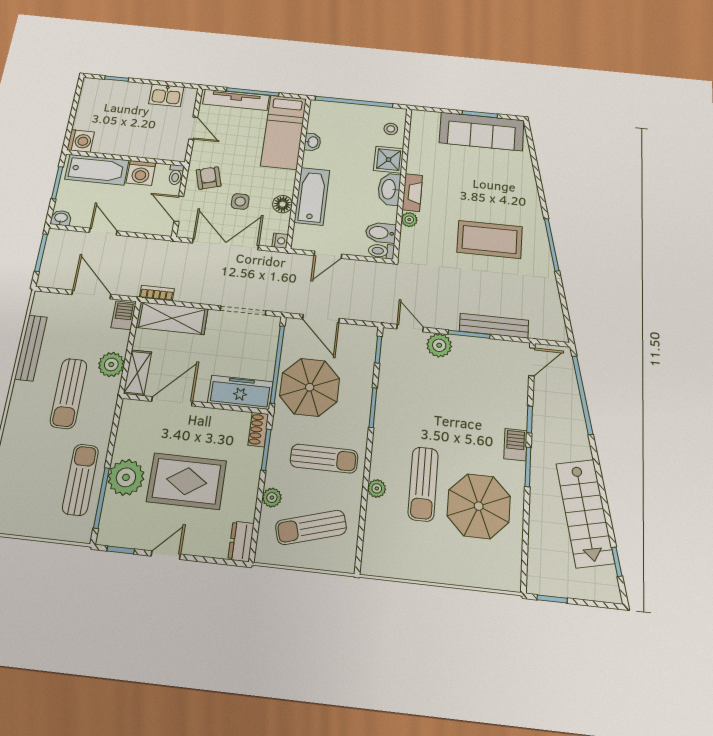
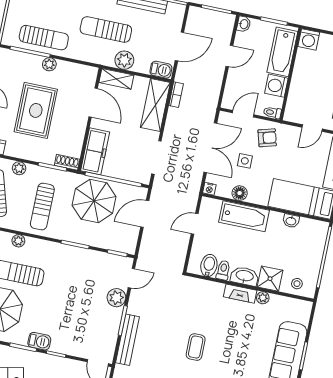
plant: (409, 220) -> (263, 298), moved
coffee table: (490, 240) -> (196, 347), width x0.54, depth x0.58
toilet: (381, 251) -> (223, 270), moved
door: (328, 255) -> (195, 224), hinge flipped
plant: (126, 477) -> (49, 64), width x0.53, depth x0.53

